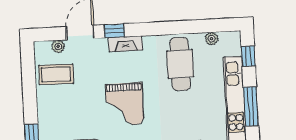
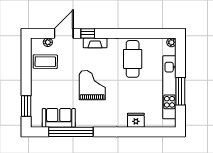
plant: (212, 39) -> (171, 42), moved
window: (248, 56) -> (180, 56), removed
grand piano: (125, 104) -> (92, 85), turned 180

